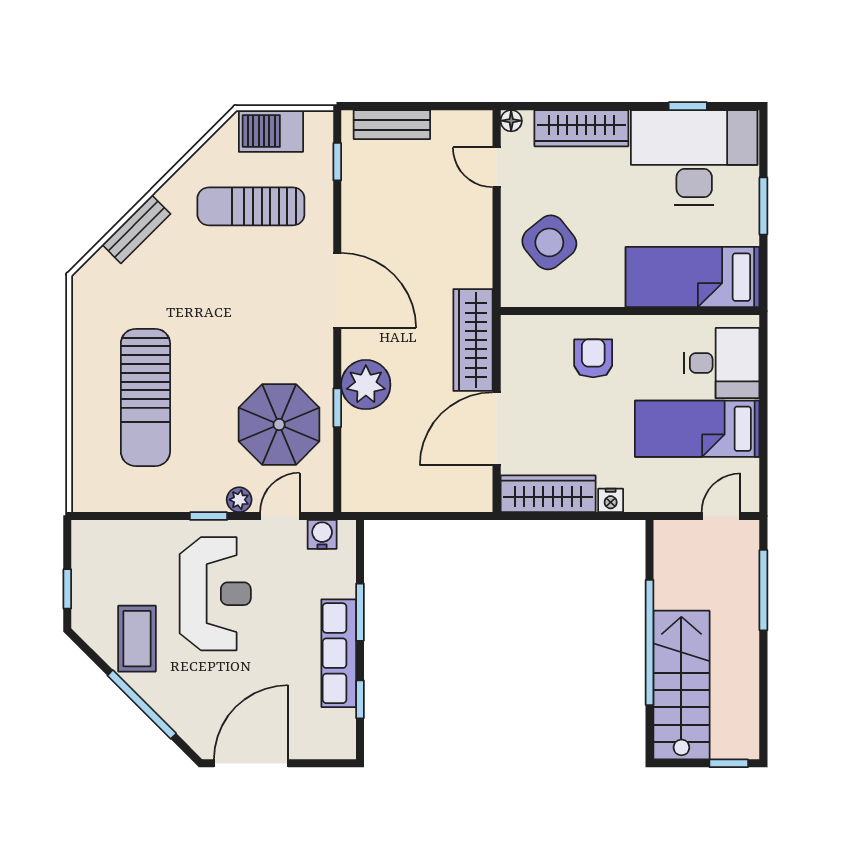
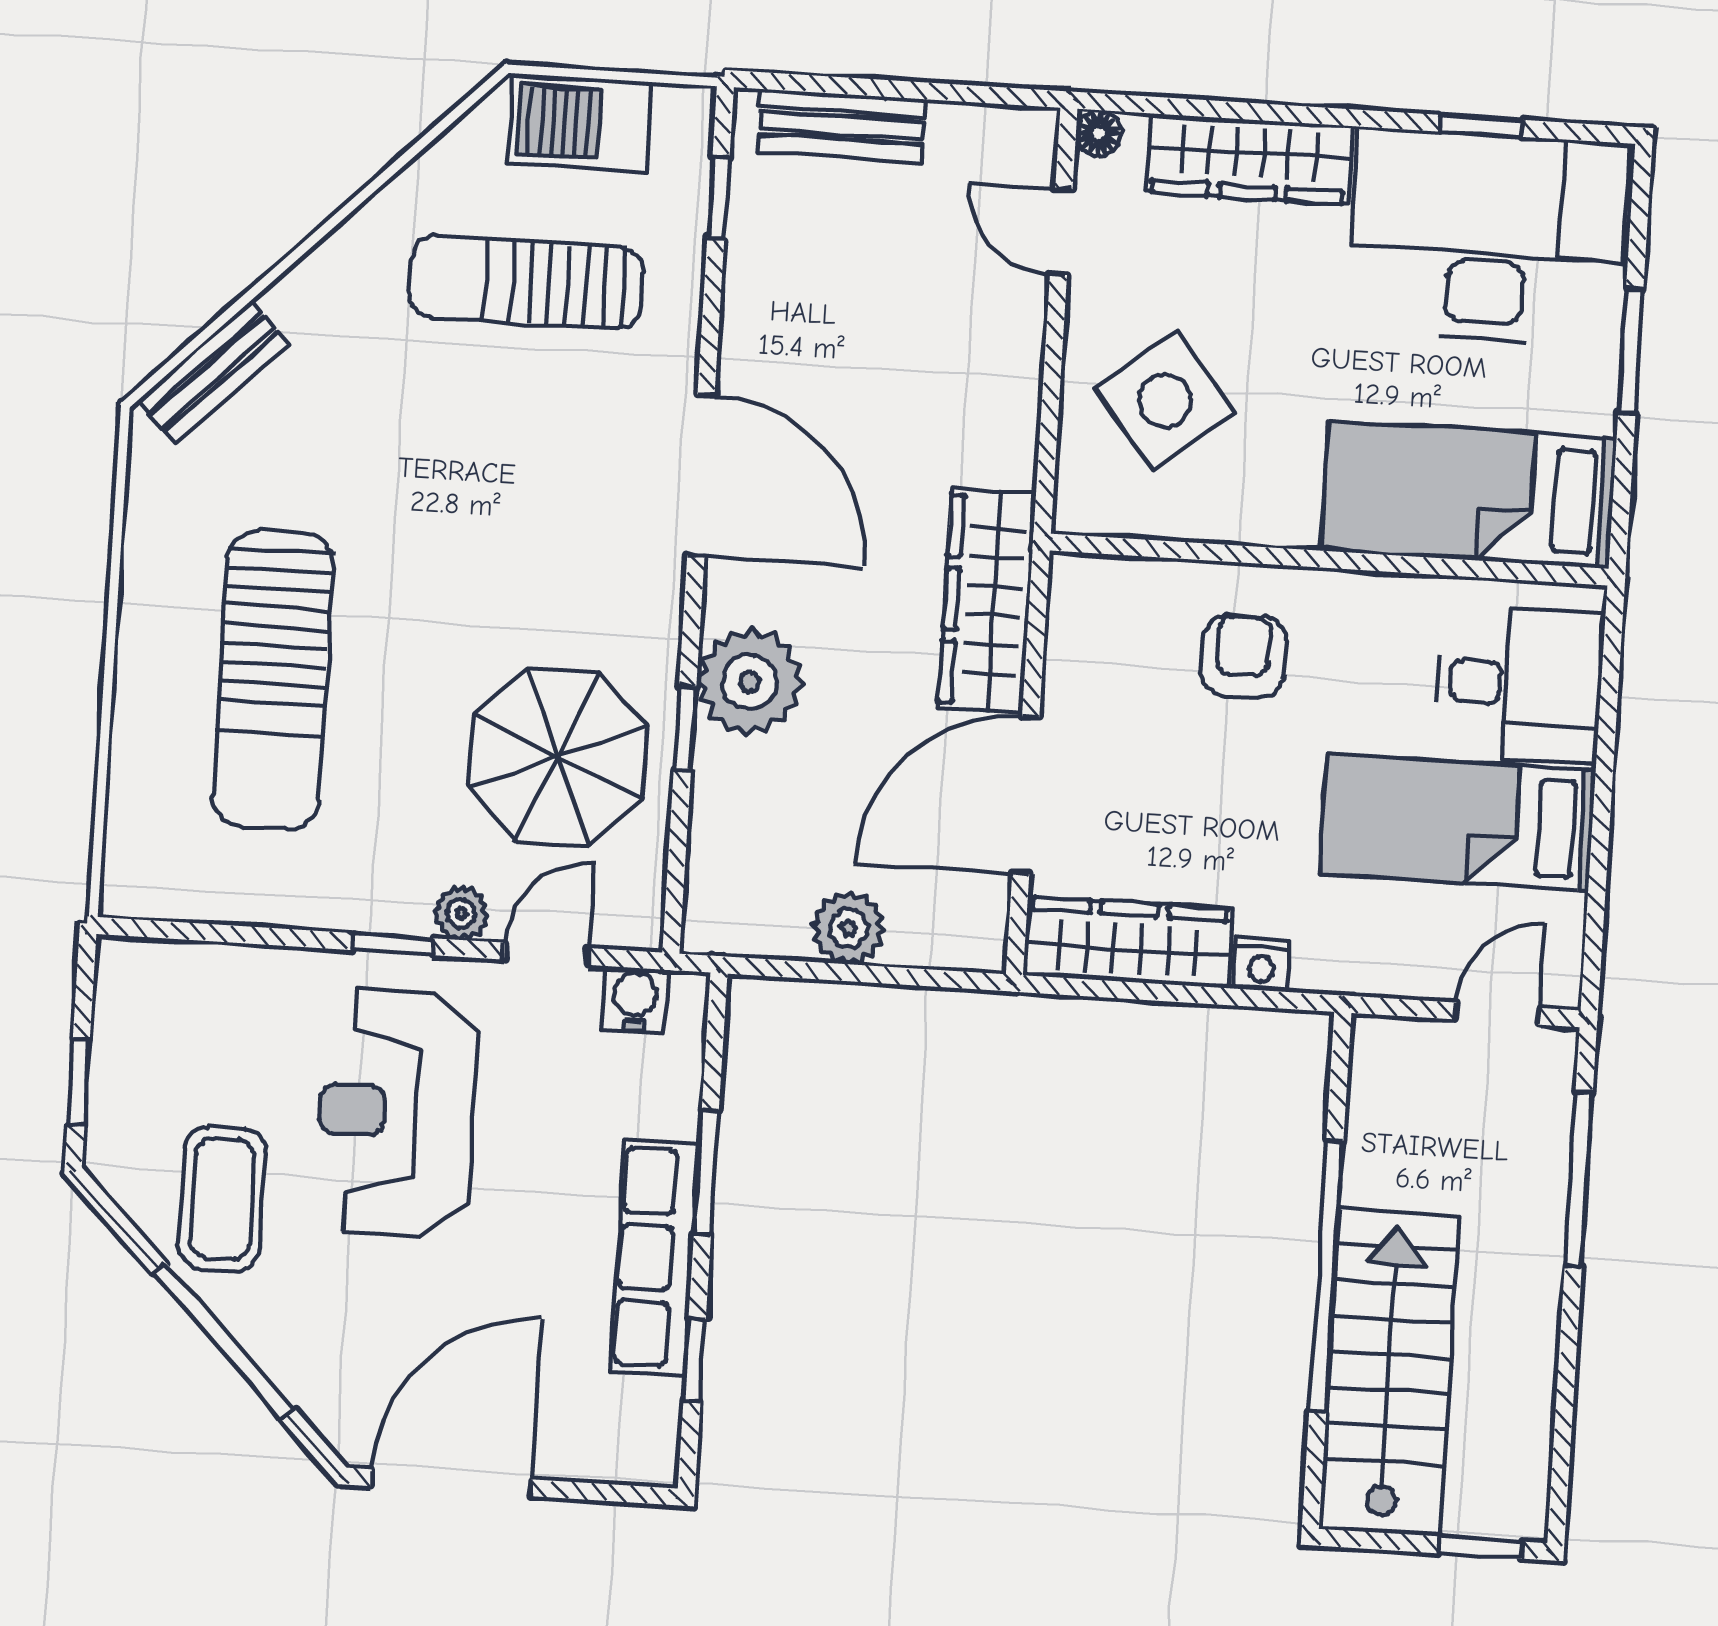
bench: (136, 229) -> (213, 372), moved
plant: (419, 495) -> (849, 928), added
reception desk: (215, 594) -> (397, 1112), turned 180

